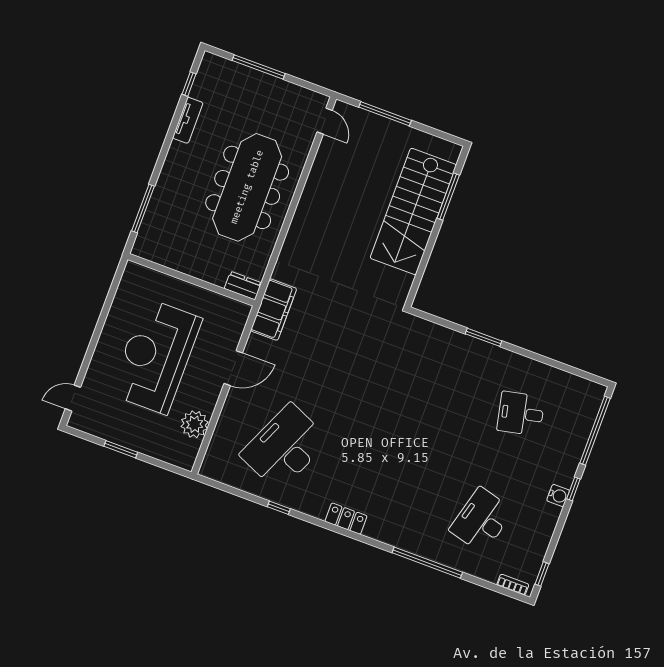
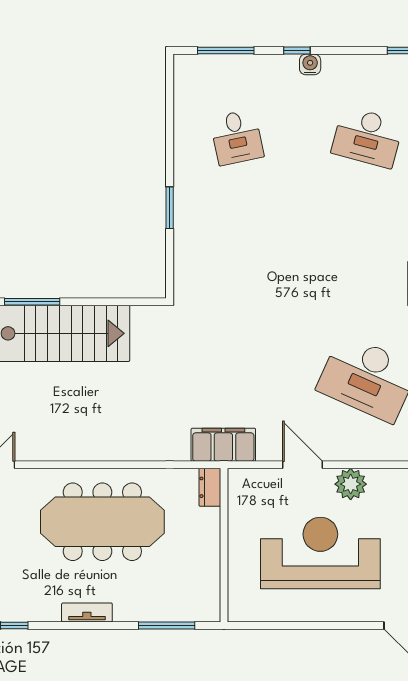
tv unit: (188, 120) -> (87, 612), moved
reception desk: (156, 356) -> (320, 553), turned 180
plant: (195, 424) -> (351, 484), moved
window: (595, 431) -> (226, 51), width x0.68

